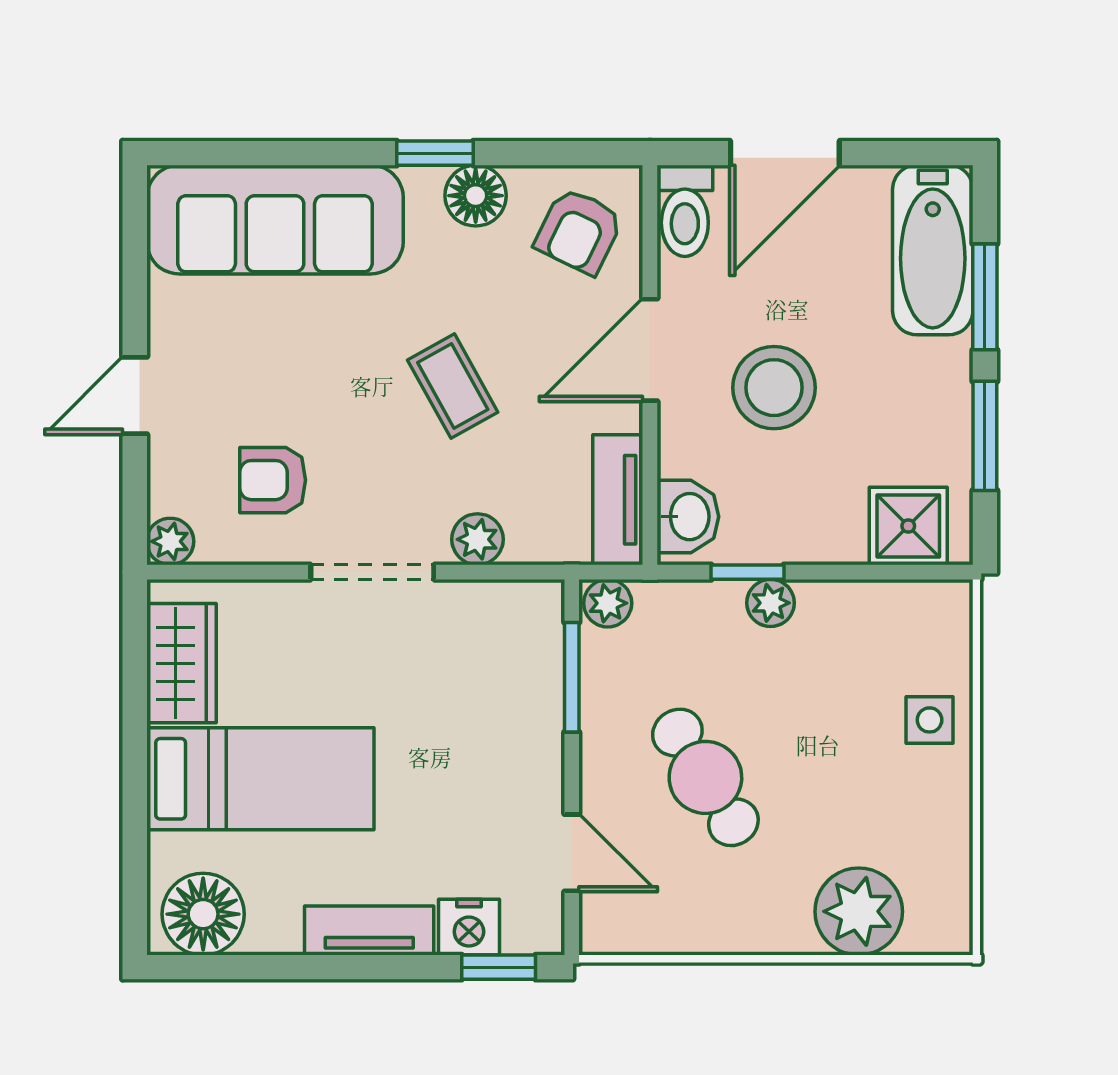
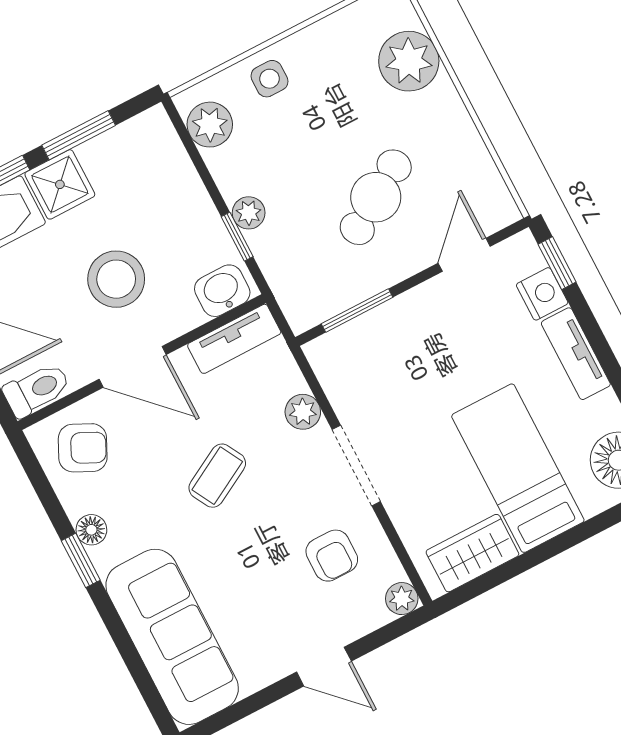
floor lamp: (476, 196) -> (91, 530), width x0.73, depth x0.73
shower: (908, 526) -> (60, 184), moved
plant: (608, 603) -> (210, 125), moved, width x1.38, depth x1.38

